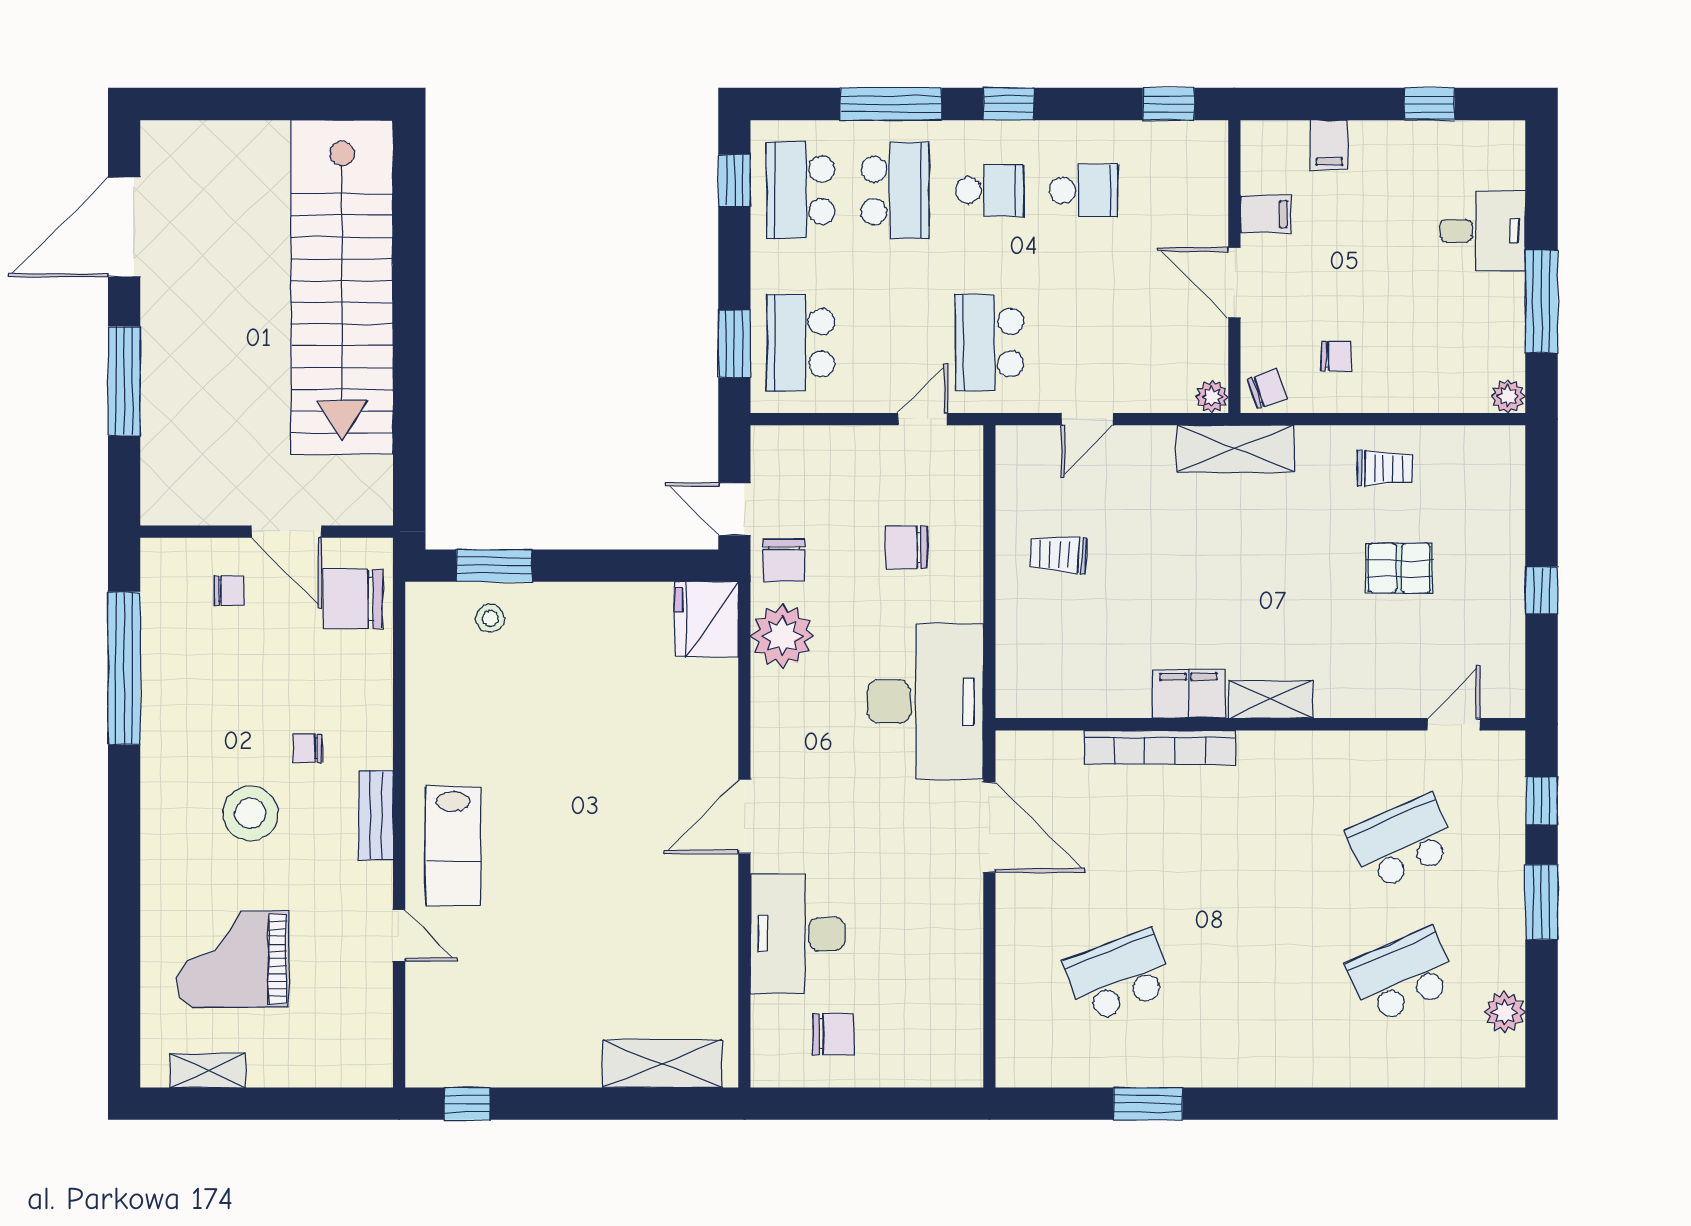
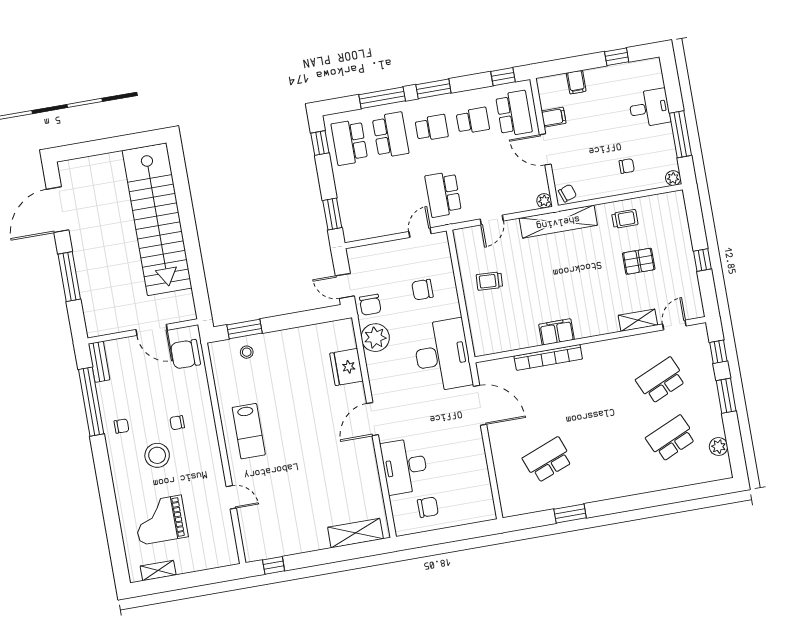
window: (1009, 104) -> (433, 89), width x1.50
school desk: (801, 343) -> (514, 114), moved, turned 180
chair: (1336, 356) -> (627, 166), moved
shelving: (1235, 449) -> (558, 222), width x1.47
chair: (229, 591) -> (121, 426), moved
fridge: (707, 619) -> (346, 367), moved
shelving: (1270, 699) -> (638, 320), moved
bench: (376, 815) -> (99, 362), moved
lab bench: (453, 847) -> (249, 431), moved

